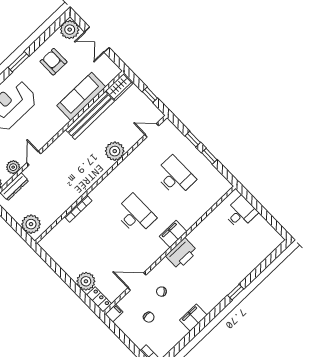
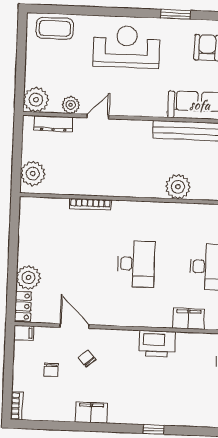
filing cabinet: (173, 234) -> (189, 319), moved
printer: (182, 254) -> (157, 344), moved

